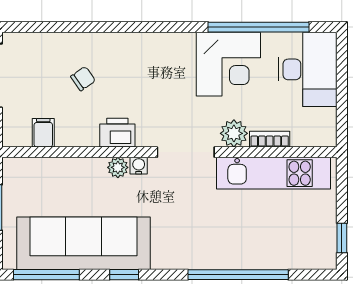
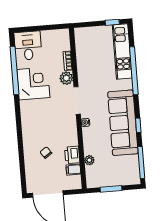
desk: (308, 69) -> (28, 46), width x0.73
printer: (117, 133) -> (72, 155), moved
plant: (118, 167) -> (89, 160), moved
kitchen unit: (273, 173) -> (122, 51), moved, turned 180
sofa: (84, 243) -> (123, 123), moved

